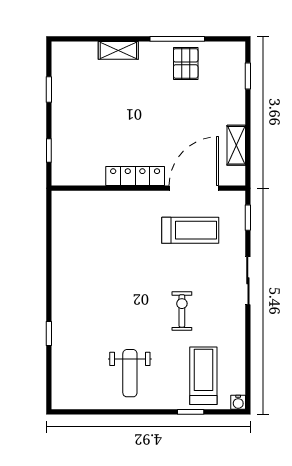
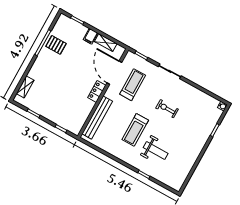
shelving: (118, 50) -> (25, 87), moved
filing cabinet: (233, 114) -> (91, 36), added
locker: (135, 176) -> (97, 91), width x0.66
bench: (101, 201) -> (97, 118), added
weight bench: (130, 373) -> (156, 151), moved
treadmill: (203, 376) -> (135, 130), moved, turned -90

